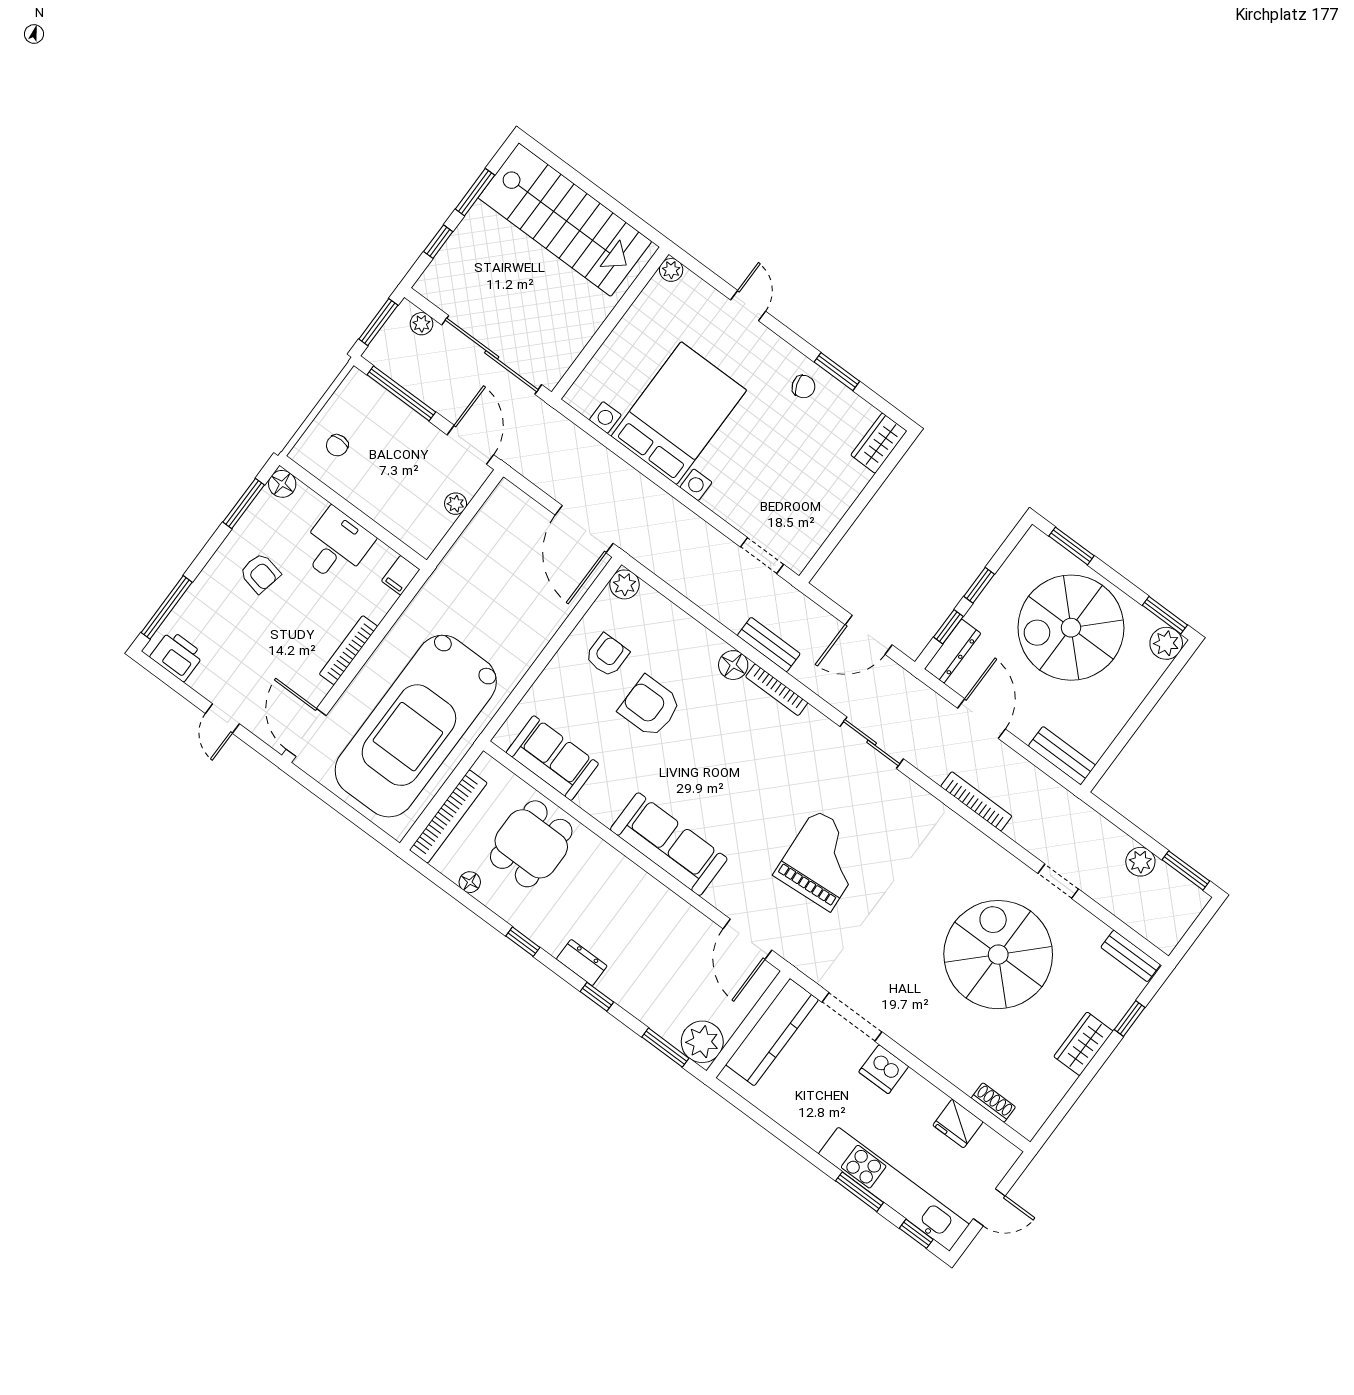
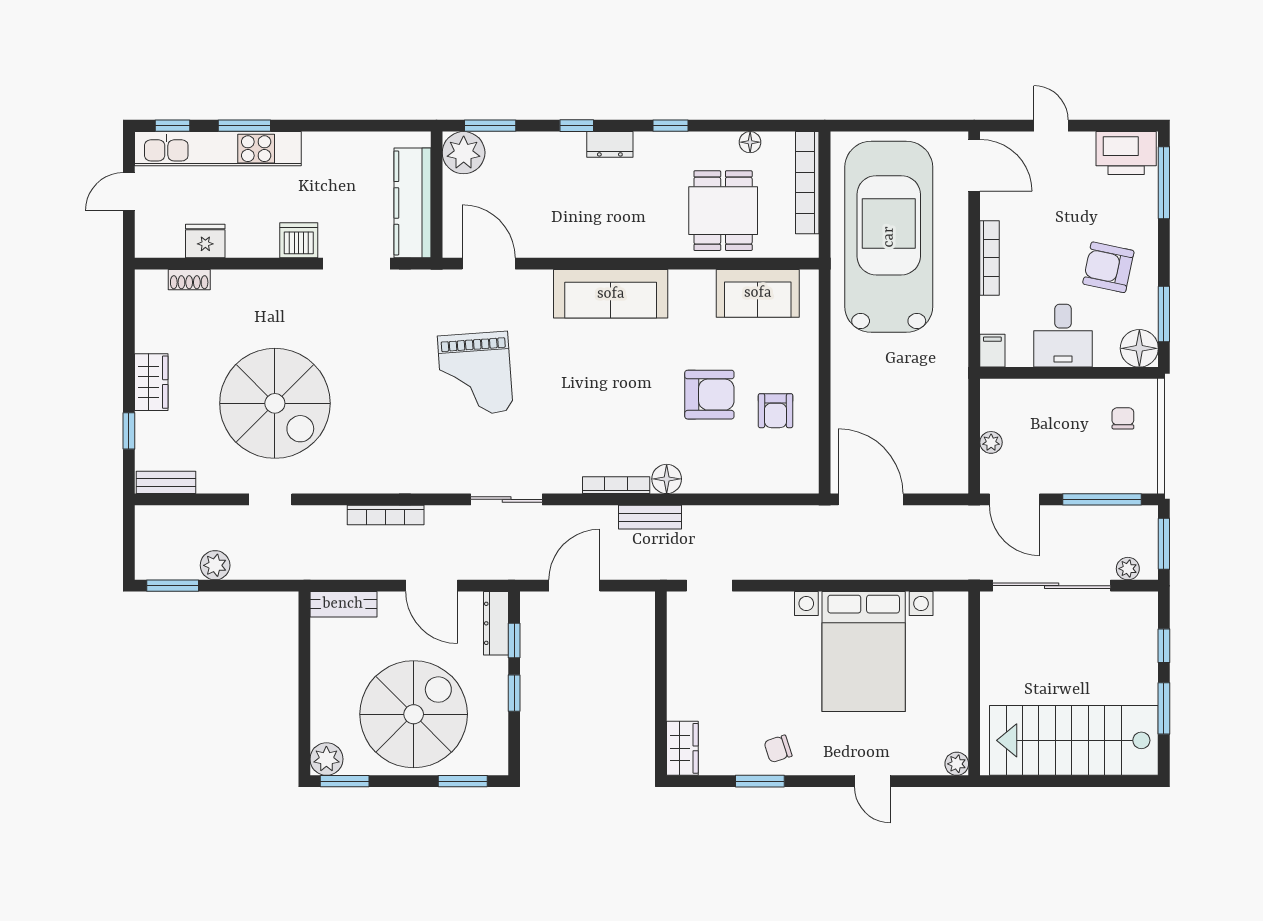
floor lamp: (282, 484) -> (1139, 348), width x1.38, depth x1.38
armchair: (260, 573) -> (1108, 267), width x1.38, depth x1.38
plant: (625, 584) -> (804, 479), removed
printer: (177, 656) -> (1126, 153), width x1.37, depth x1.19

